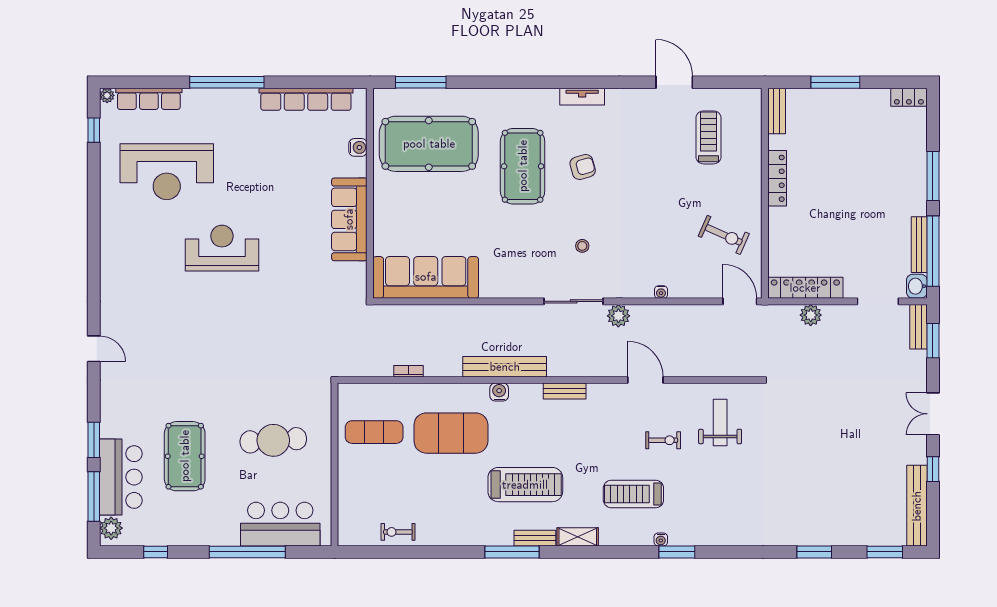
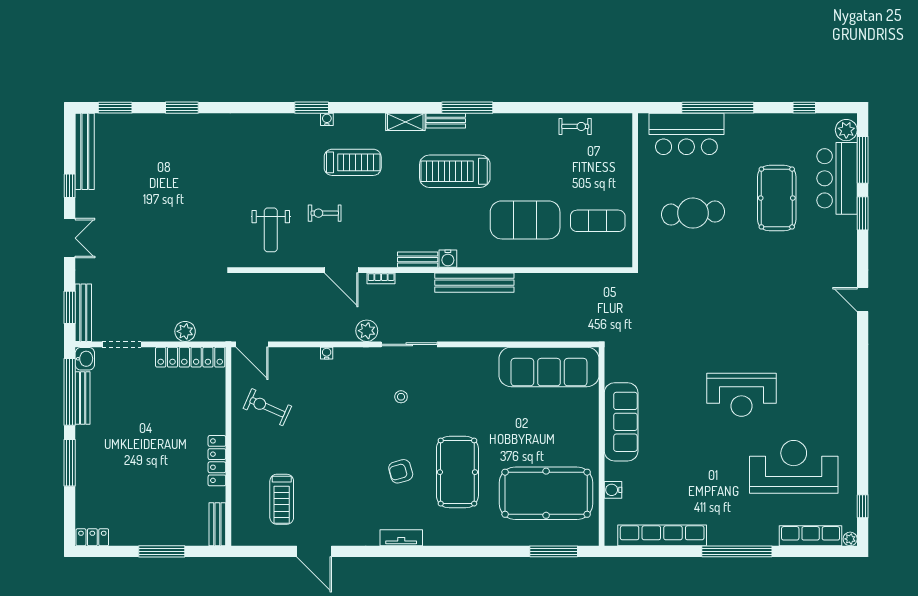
bench: (918, 327) -> (83, 313), width x1.36
bookcase: (409, 371) -> (381, 278), moved
water cooler: (499, 392) -> (448, 259), moved

